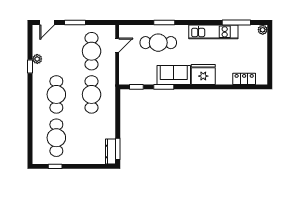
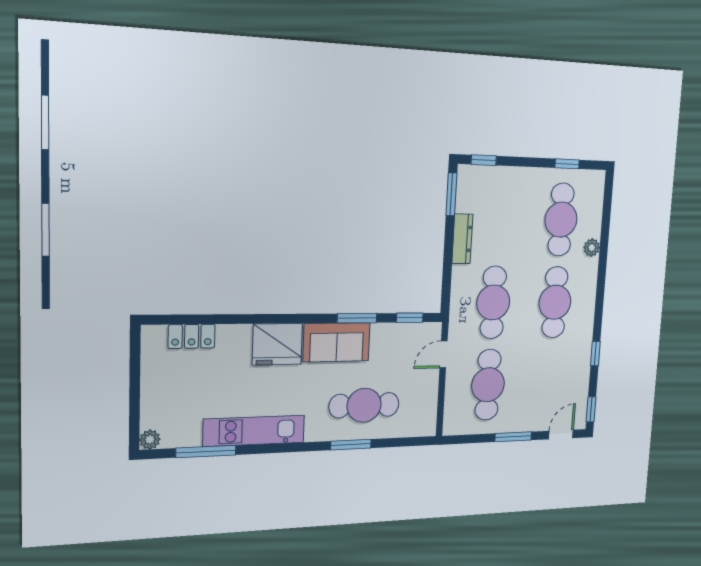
window: (30, 36) -> (591, 409), added
door: (117, 45) -> (444, 354), moved
plant: (37, 59) -> (592, 248), moved
dresser: (111, 152) -> (462, 239), moved
window: (102, 166) -> (484, 160), added

